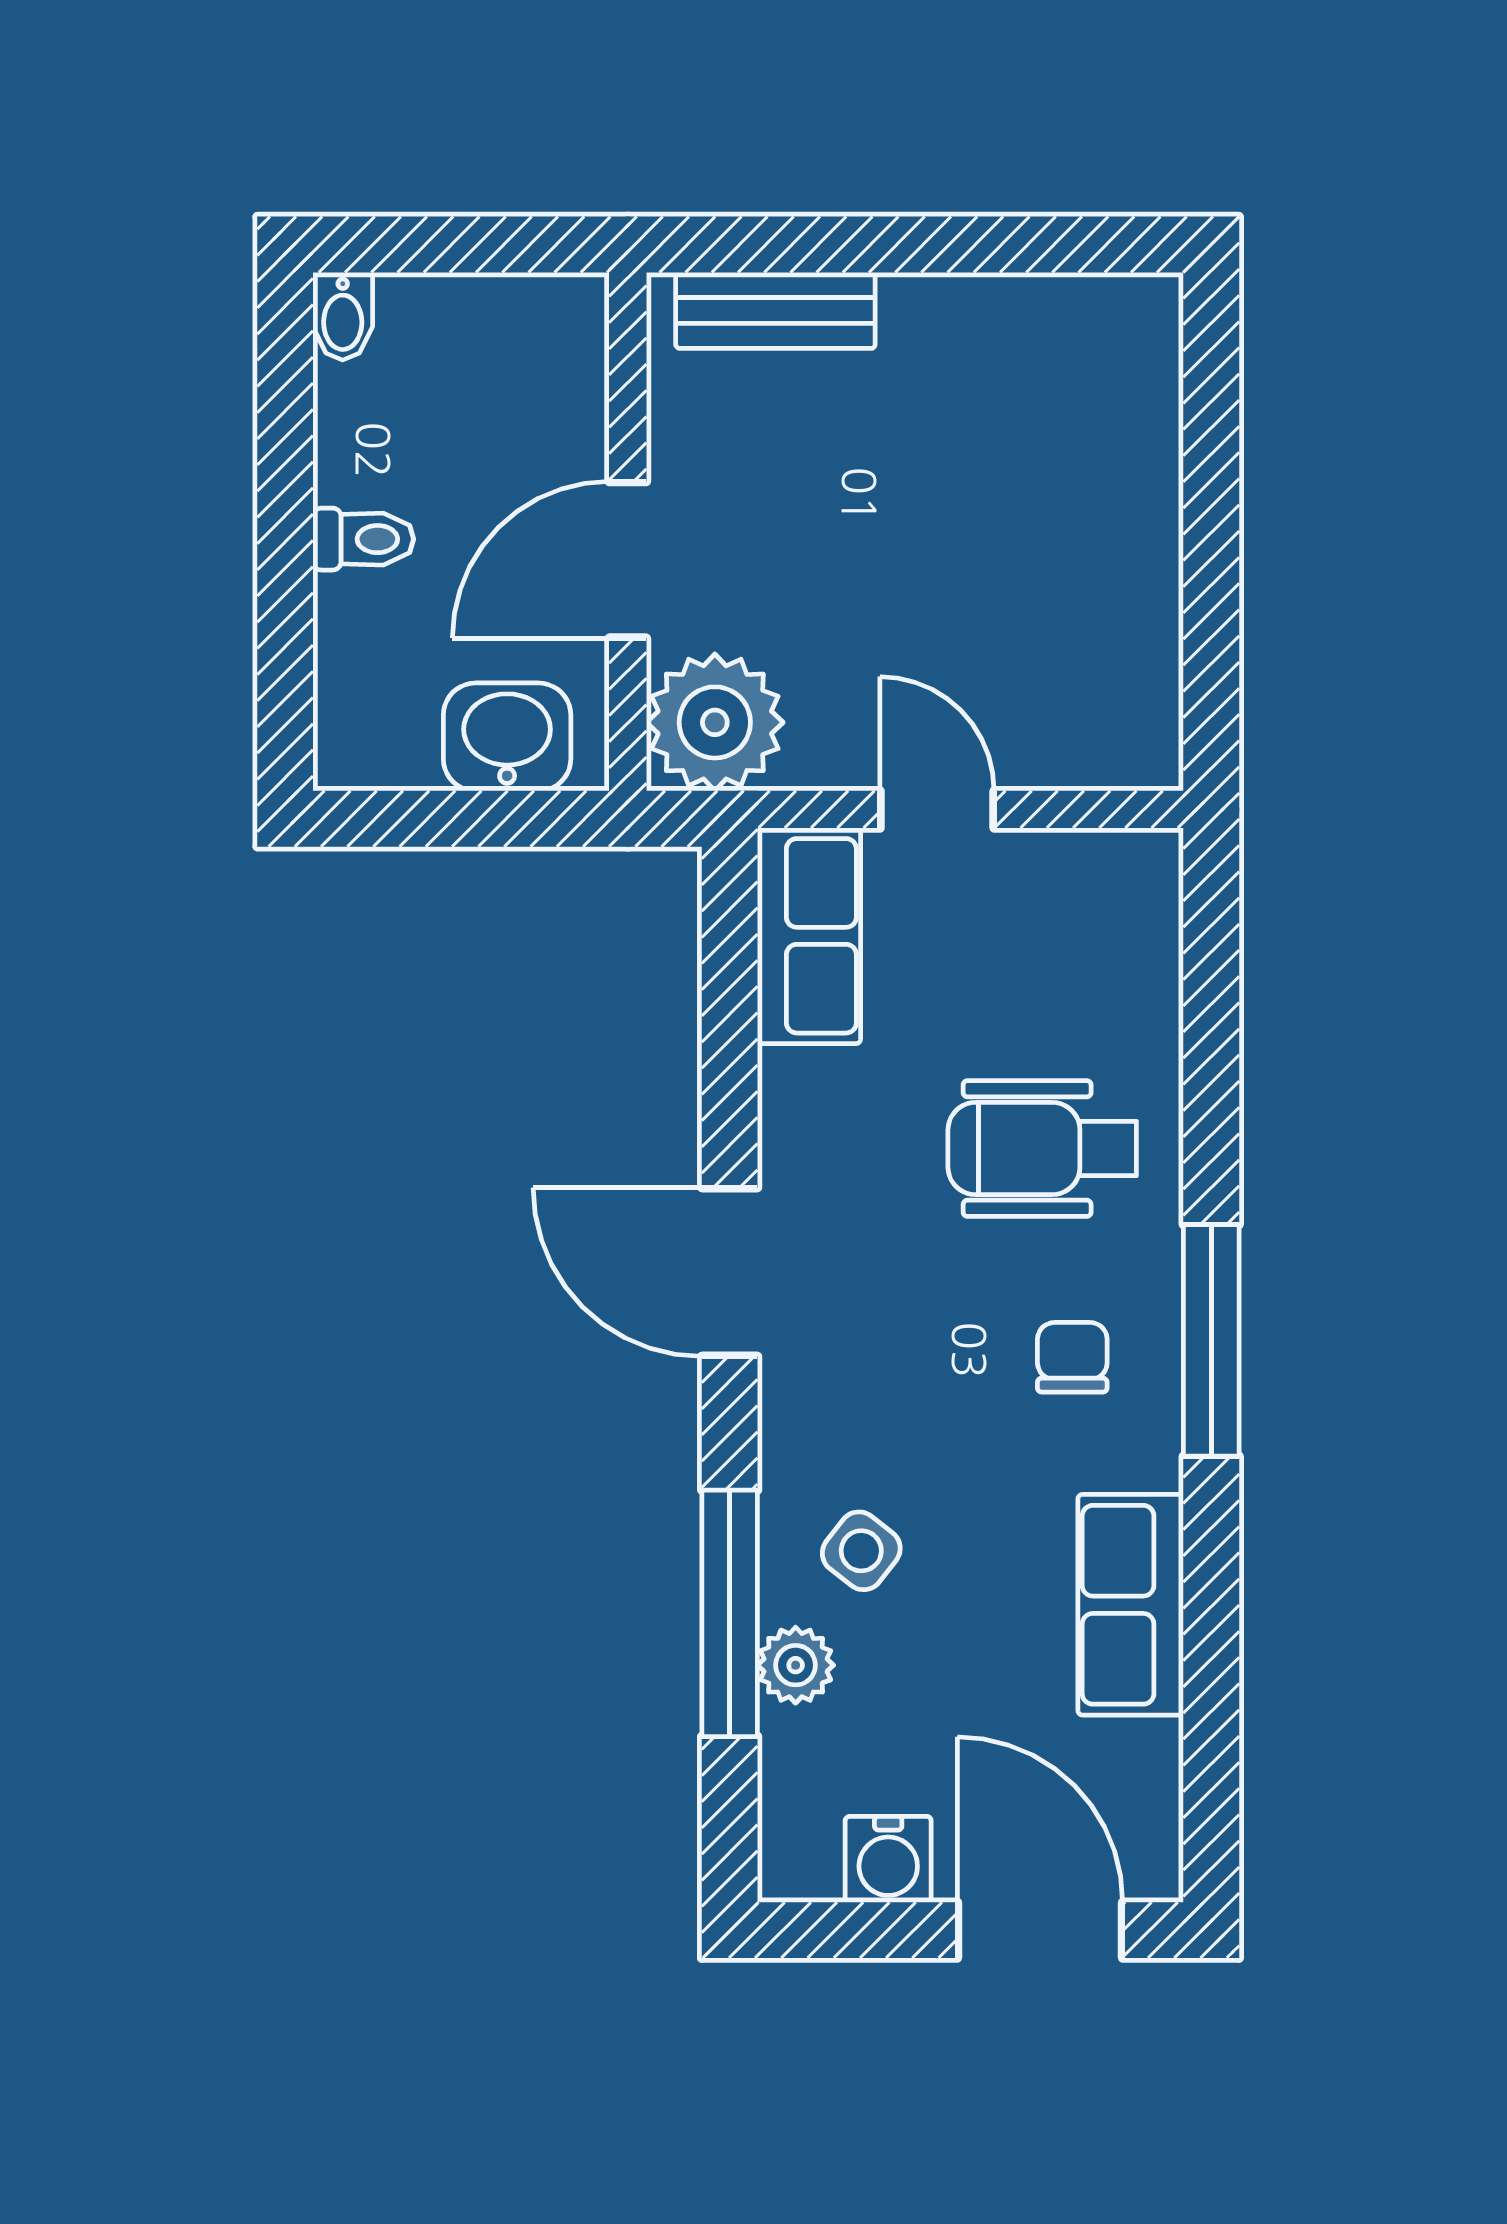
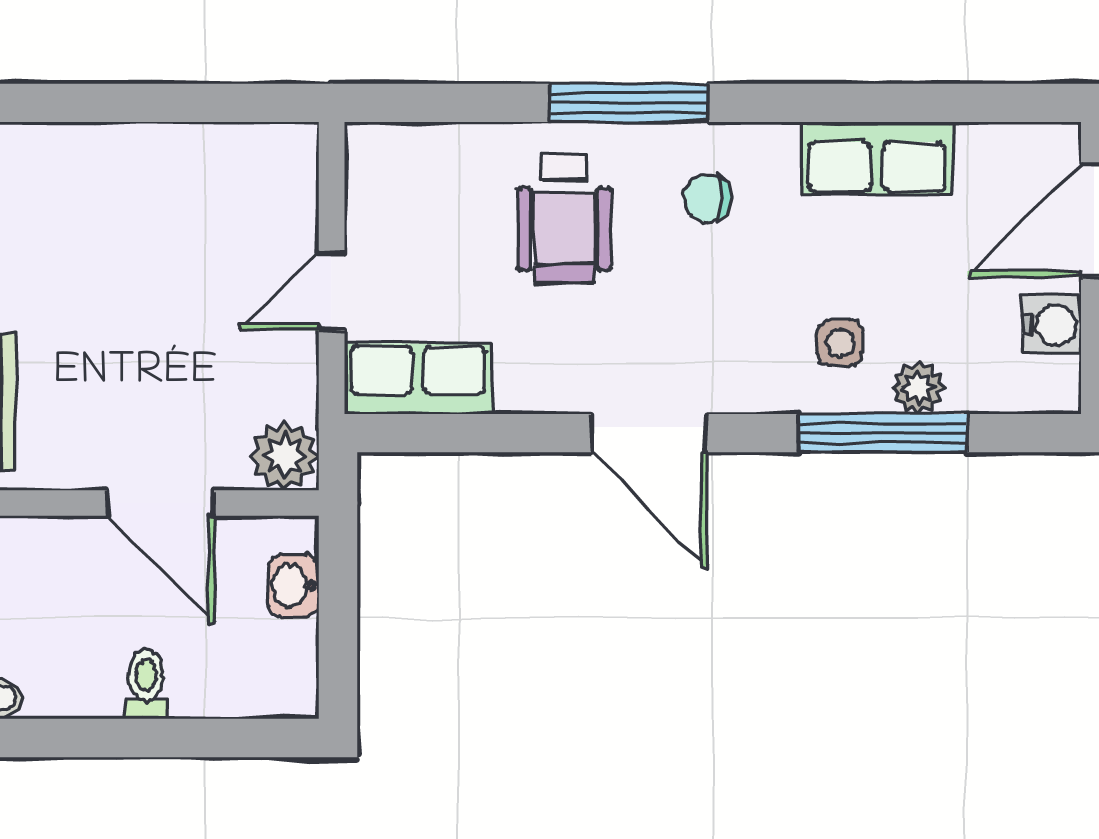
plant: (715, 722) -> (284, 456), width x0.73, depth x0.73
washbasin: (507, 737) -> (293, 586), width x0.72, depth x0.69
door: (730, 1272) -> (649, 433), hinge flipped
window: (1211, 1340) -> (629, 103), moved
side table: (861, 1551) -> (840, 343), turned -38

